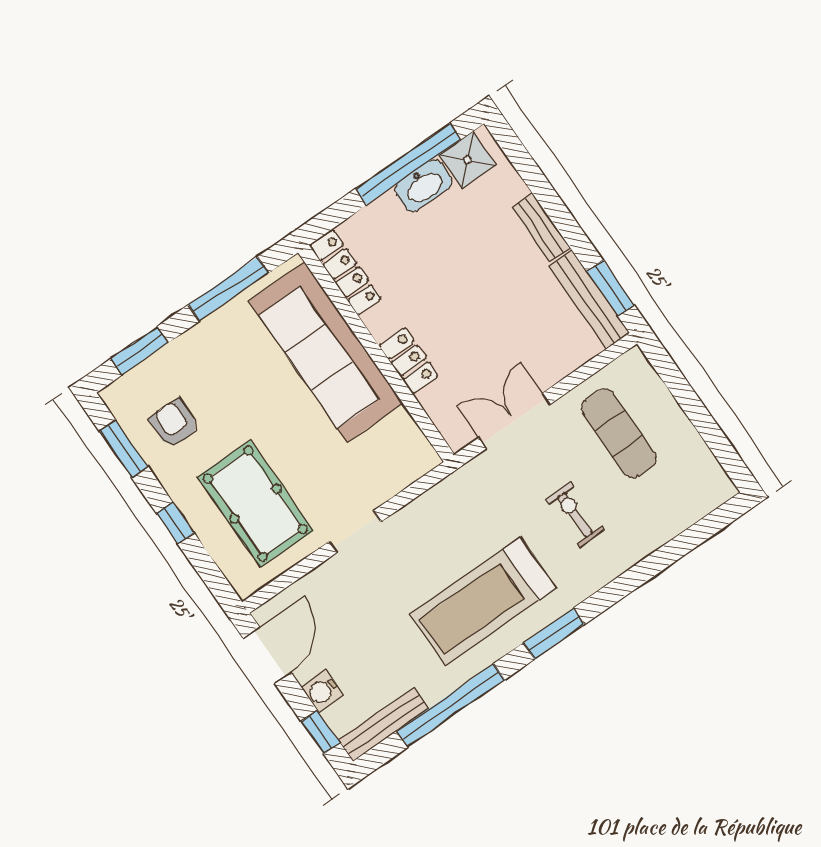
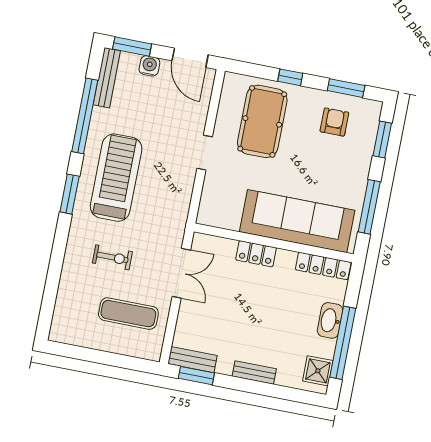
washbasin: (424, 186) -> (330, 320), moved
bench: (589, 300) -> (193, 360), width x0.73
armchair: (174, 424) -> (334, 122), turned -90
pool table: (256, 504) -> (262, 121), turned 90
window: (321, 732) -> (132, 47), width x1.50

